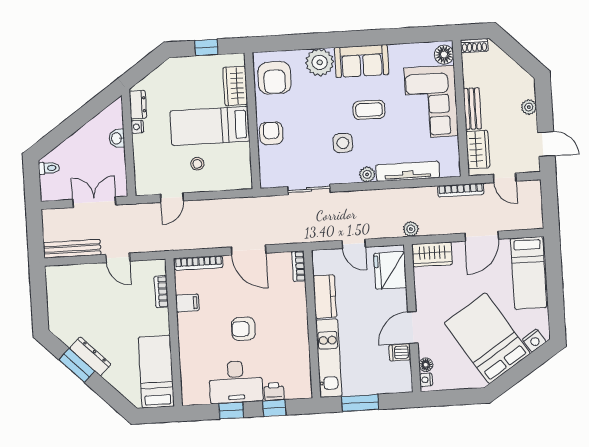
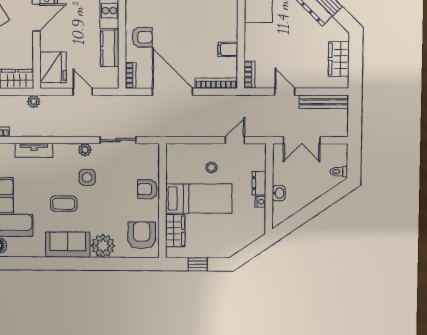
dresser: (138, 105) -> (259, 183), moved
armchair: (271, 133) -> (147, 189), turned 90
tv unit: (408, 171) -> (34, 150), width x0.71
plant: (367, 174) -> (85, 150), moved
door: (248, 250) -> (173, 92), width x1.36
bookcase: (161, 292) -> (249, 75), moved
wardrobe: (58, 299) -> (339, 59), added
armchair: (243, 329) -> (142, 37), moved

